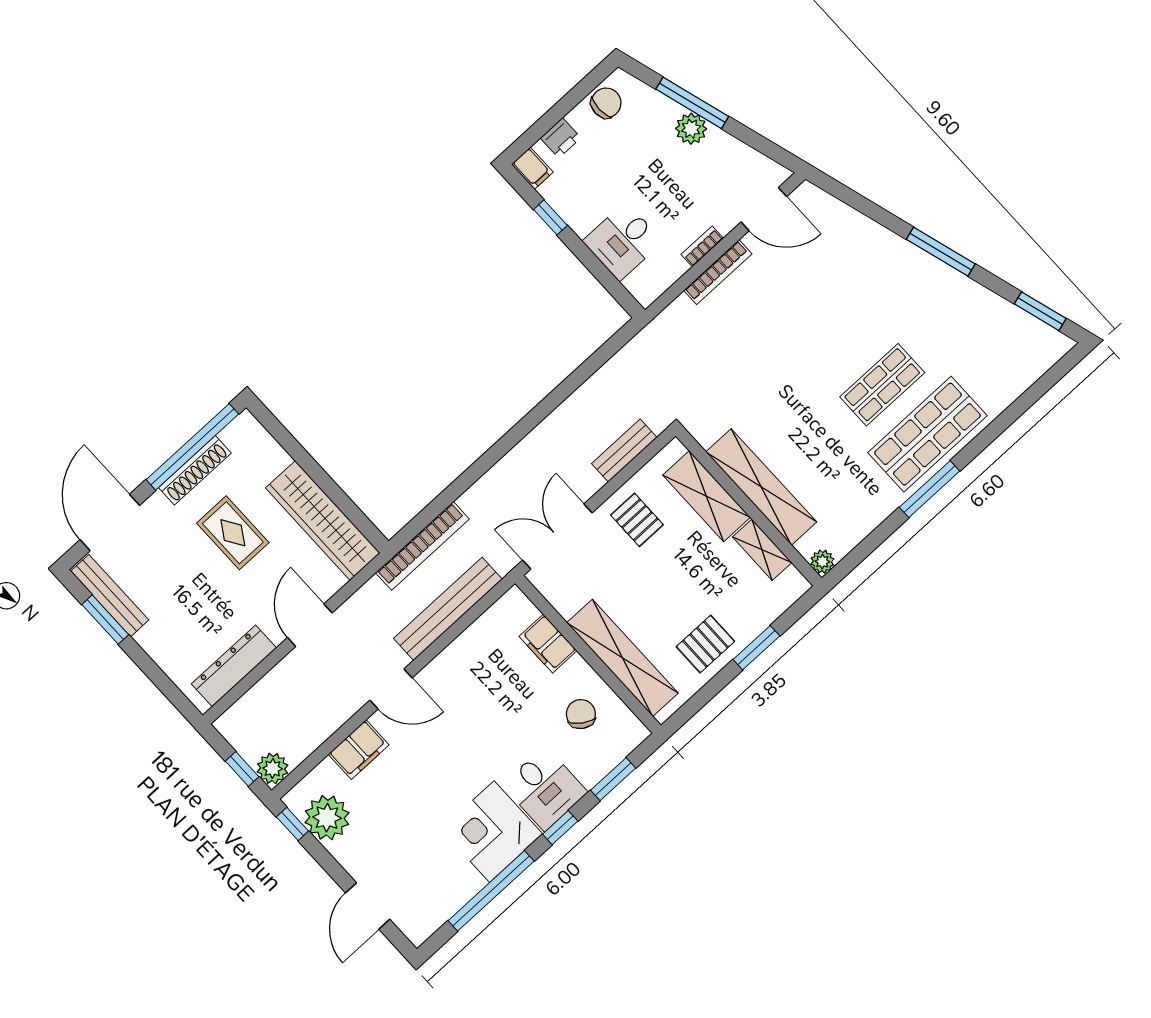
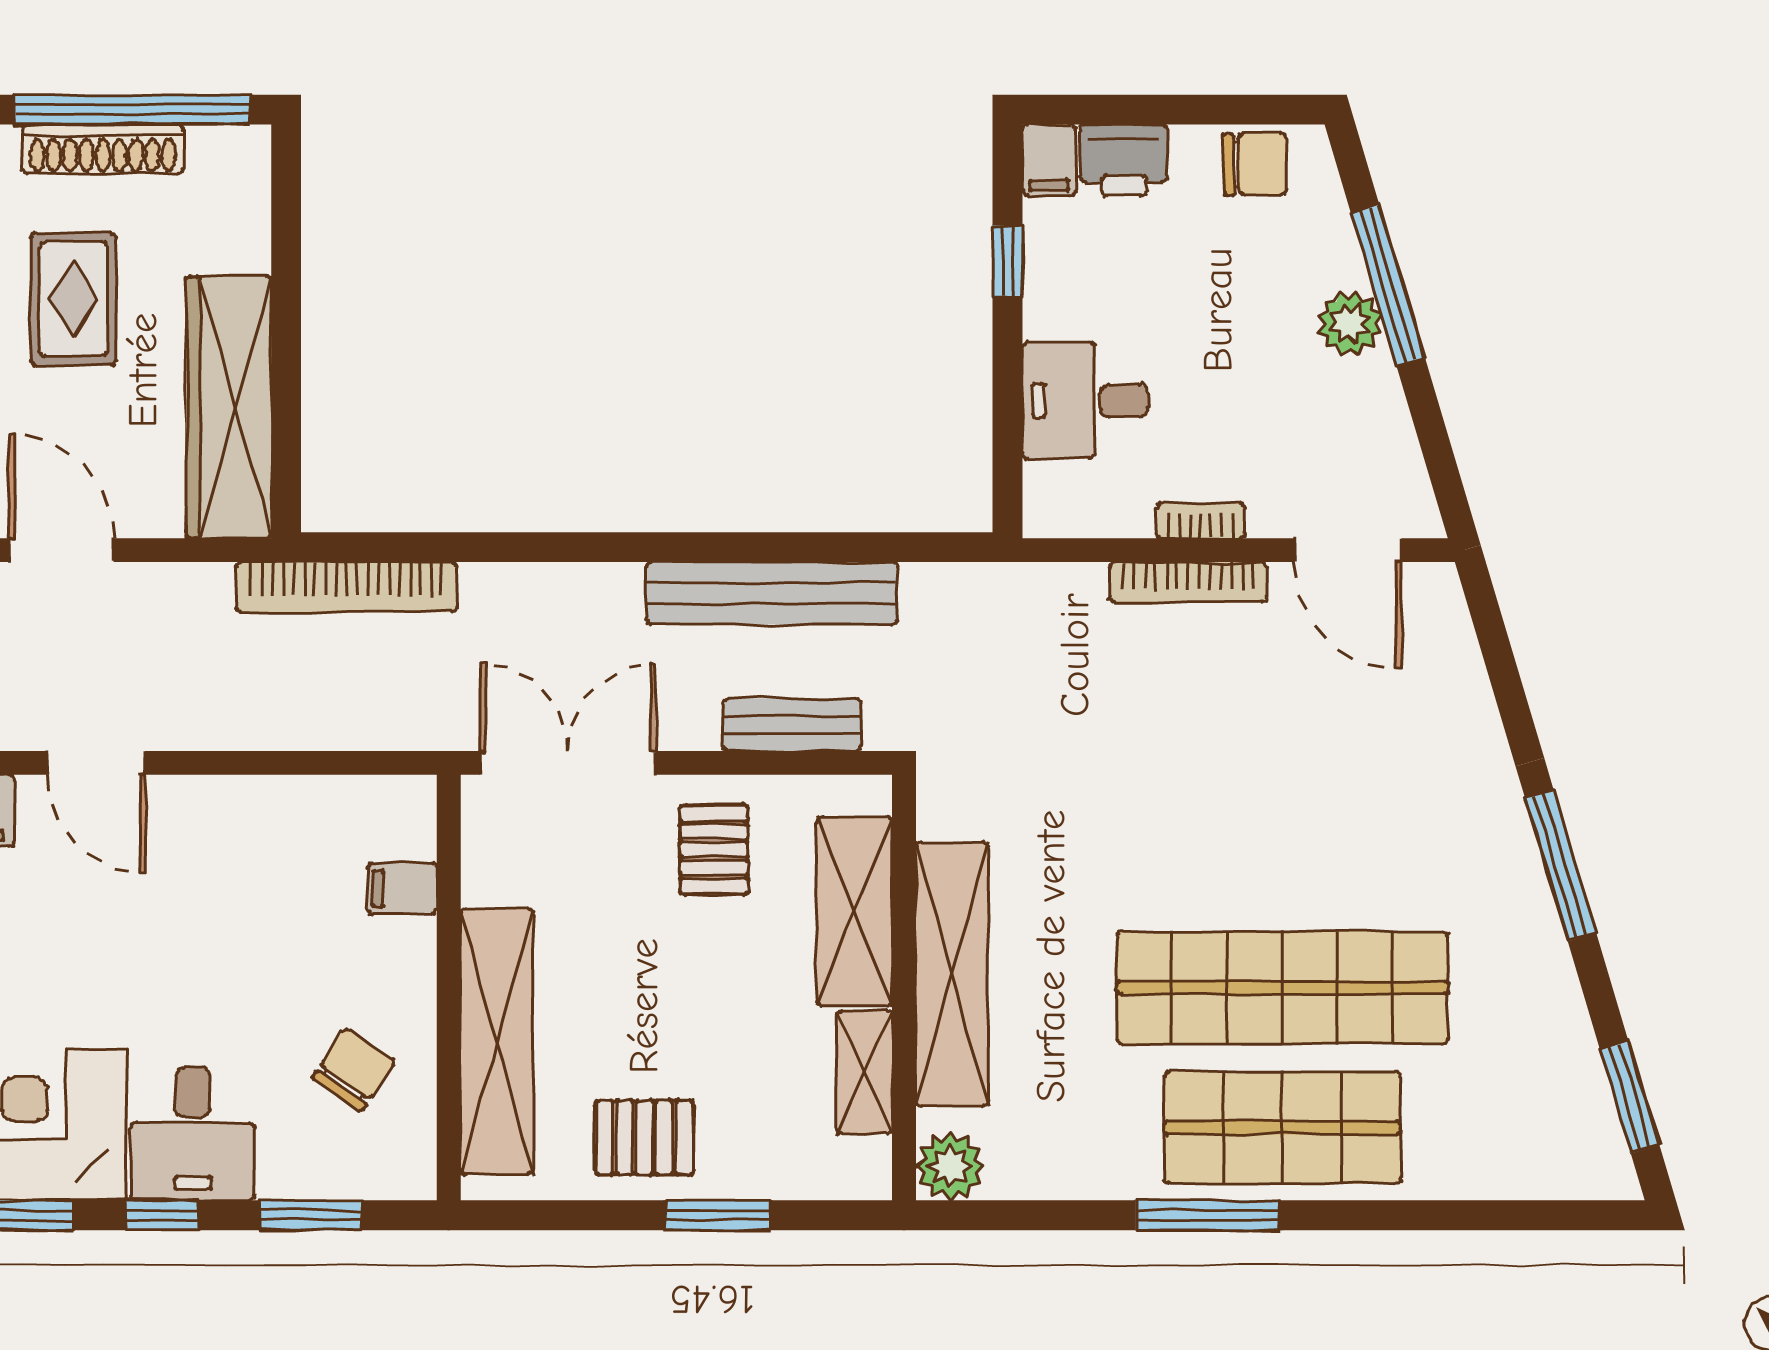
printer: (561, 138) -> (1124, 160), width x1.36, depth x1.24
shop shelf: (882, 385) -> (1282, 988), width x2.00, depth x1.36
plant: (822, 562) -> (950, 1166), width x1.38, depth x1.38
bench: (448, 609) -> (772, 593), moved
door: (310, 625) -> (61, 550), hinge flipped
filing cabinet: (548, 644) -> (402, 889), width x0.50

